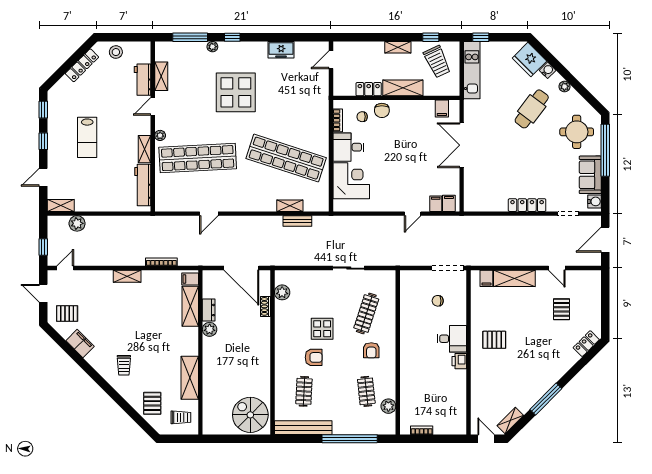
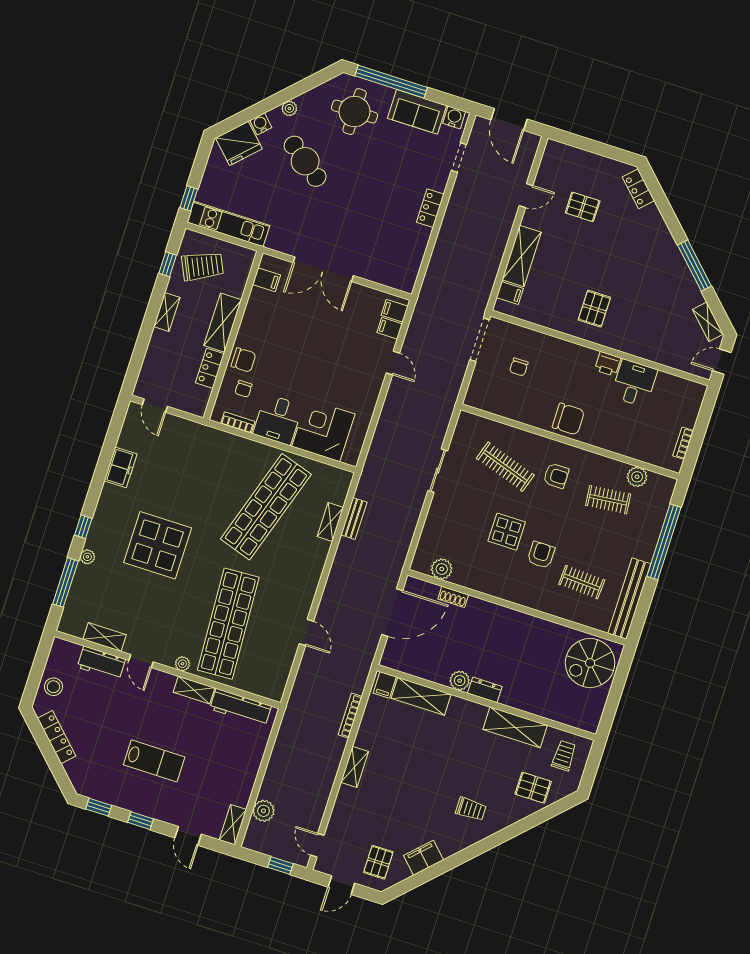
locker: (527, 205) -> (430, 208), width x0.66
dresser: (209, 310) -> (485, 690), moved
desk: (452, 339) -> (634, 383), moved
chair: (413, 346) -> (568, 419), added

